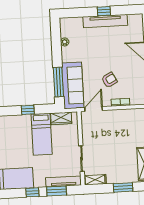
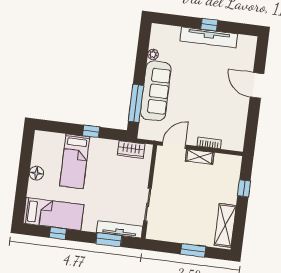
armchair: (109, 80) -> (200, 112), removed
sofa: (73, 85) -> (156, 91), moved
bed: (42, 134) -> (75, 161), moved
shelving: (95, 180) -> (200, 157), moved
window: (32, 192) -> (58, 233), moved

